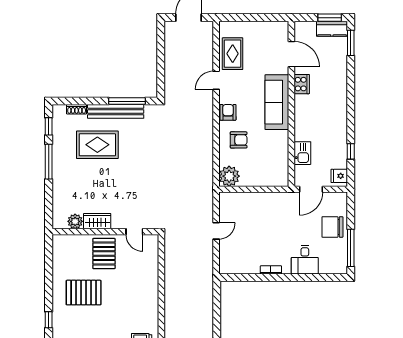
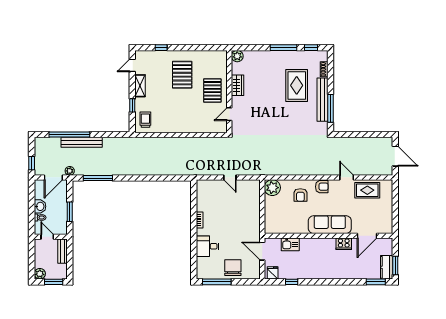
plant: (75, 221) -> (237, 56), moved
pallet: (104, 254) -> (212, 91), turned 90

